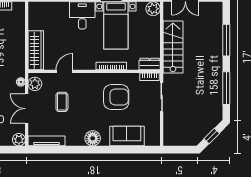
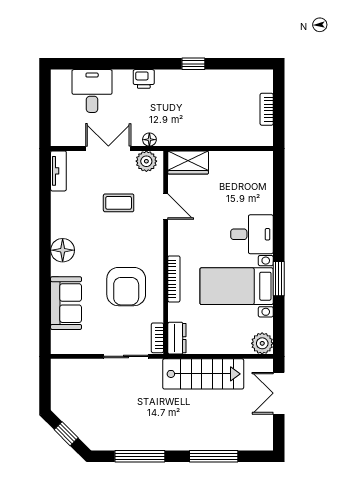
wardrobe: (36, 50) -> (188, 162), width x0.67
plant: (19, 140) -> (60, 137), removed
tv unit: (47, 141) -> (58, 171), width x0.71

